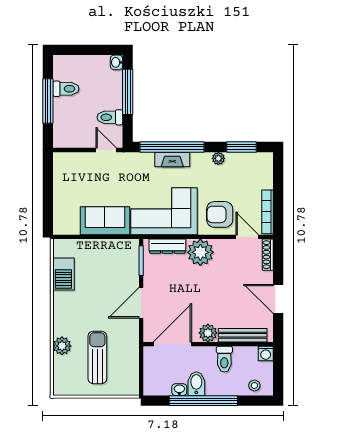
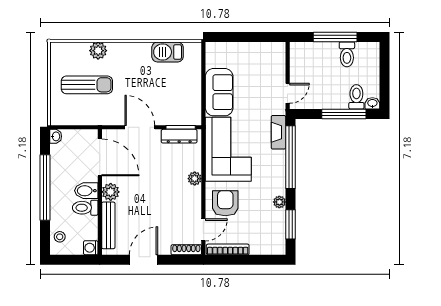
toilet: (110, 117) -> (356, 97), moved
fireplace: (172, 159) -> (278, 132), moved
dresser: (167, 246) -> (179, 136), moved, turned -90
plant: (200, 252) -> (195, 179), width x0.53, depth x0.53
bidet: (196, 384) -> (86, 191), moved, turned 180
washbasin: (179, 390) -> (56, 136), moved

